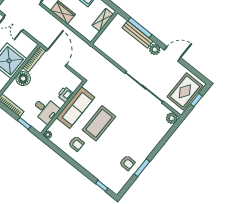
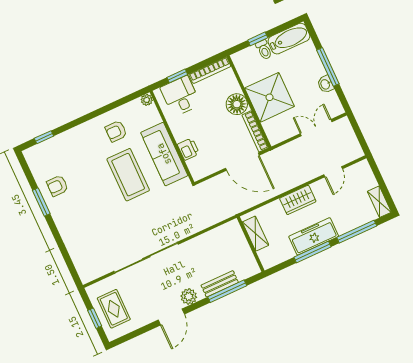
shelving: (103, 20) -> (256, 234), moved
bench: (138, 34) -> (220, 284), width x0.73
rug: (185, 91) -> (114, 309), width x0.73, depth x0.70
desk: (45, 110) -> (180, 96), moved, turned 90
plant: (172, 118) -> (87, 274), removed

